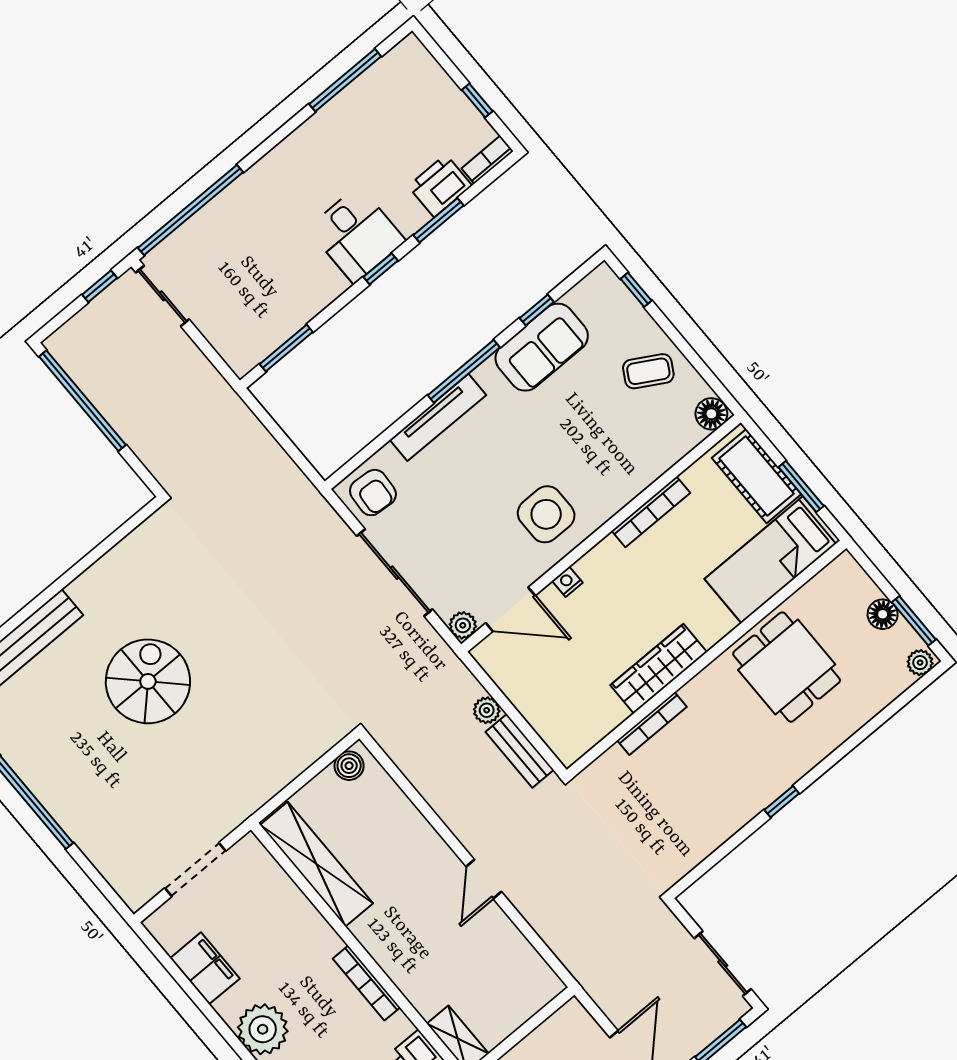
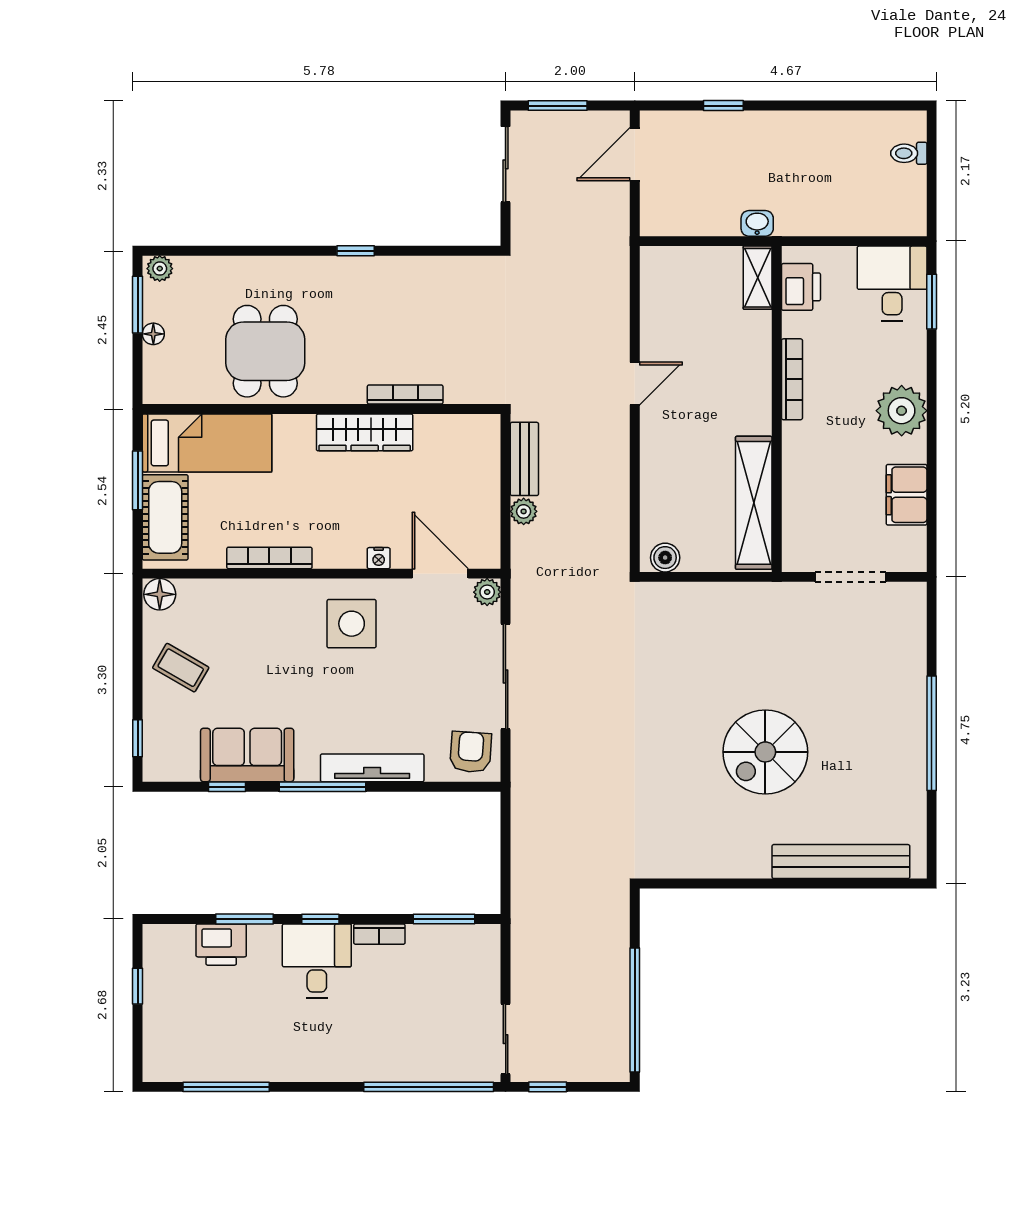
bookcase: (487, 160) -> (379, 934), moved
floor lamp: (883, 614) -> (153, 334), width x0.73, depth x0.73

